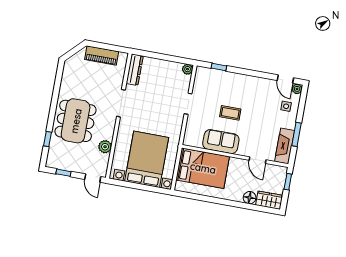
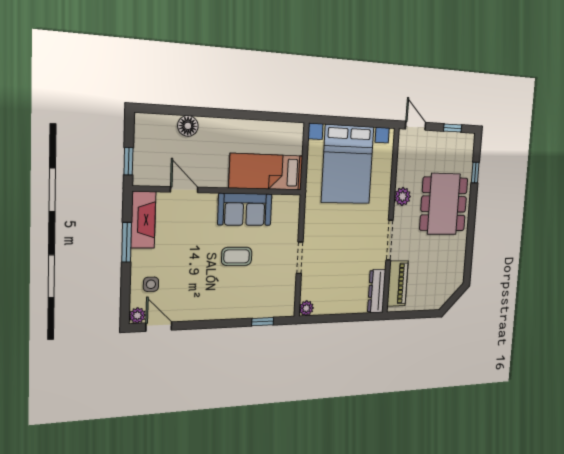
piano: (102, 55) -> (398, 283), moved, turned 90
plant: (105, 147) -> (403, 196), moved
bed: (203, 168) -> (266, 172), width x0.67
wardrobe: (269, 200) -> (155, 126), removed

